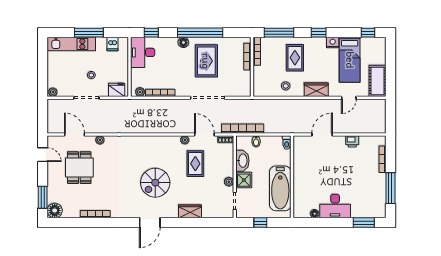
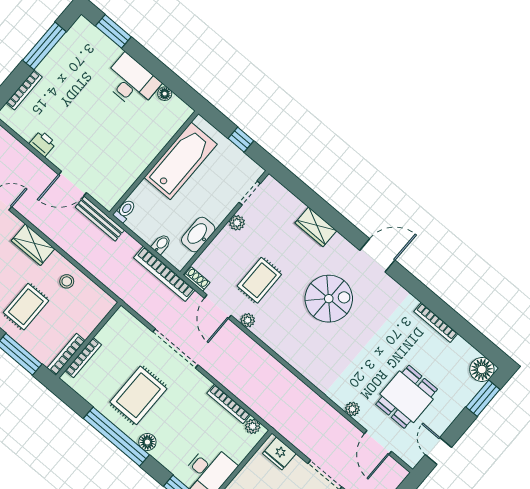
bench: (295, 129) -> (100, 219), added
shower: (244, 180) -> (217, 209), removed

